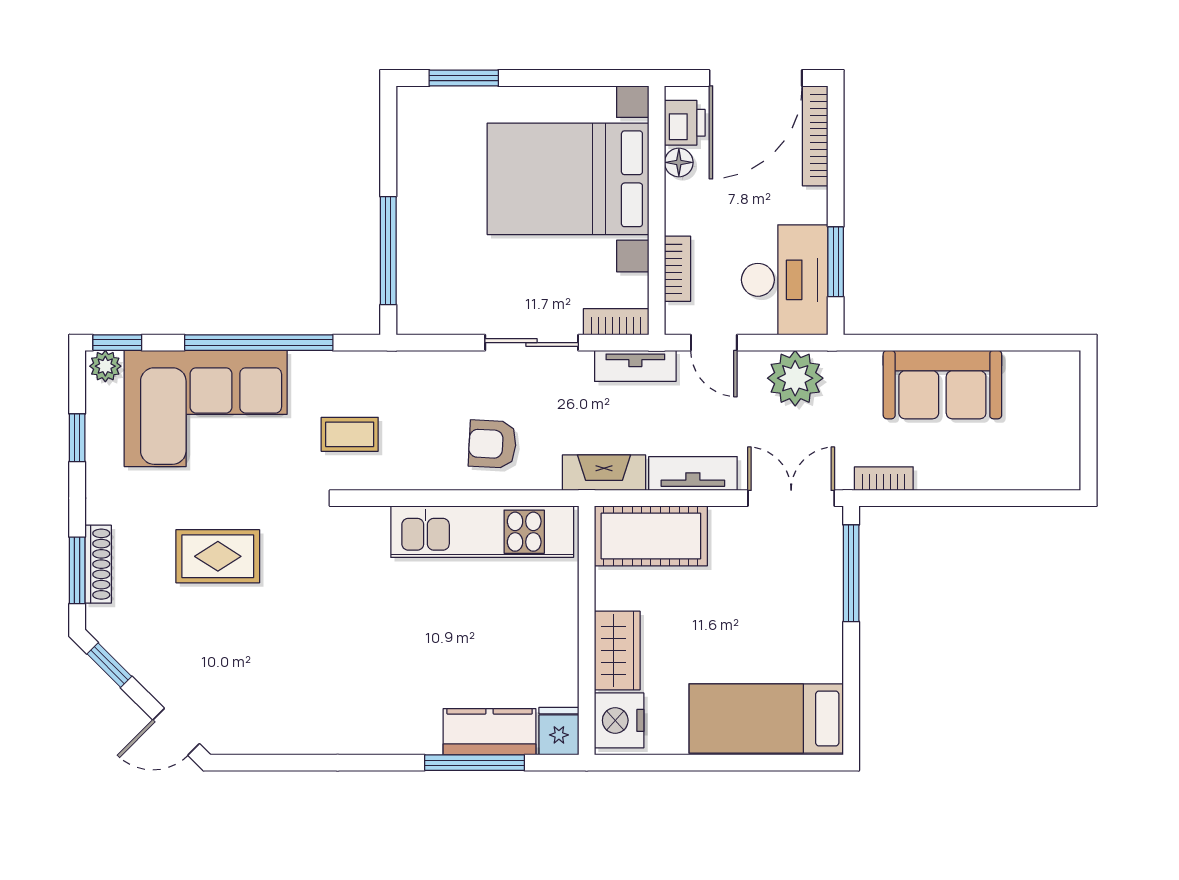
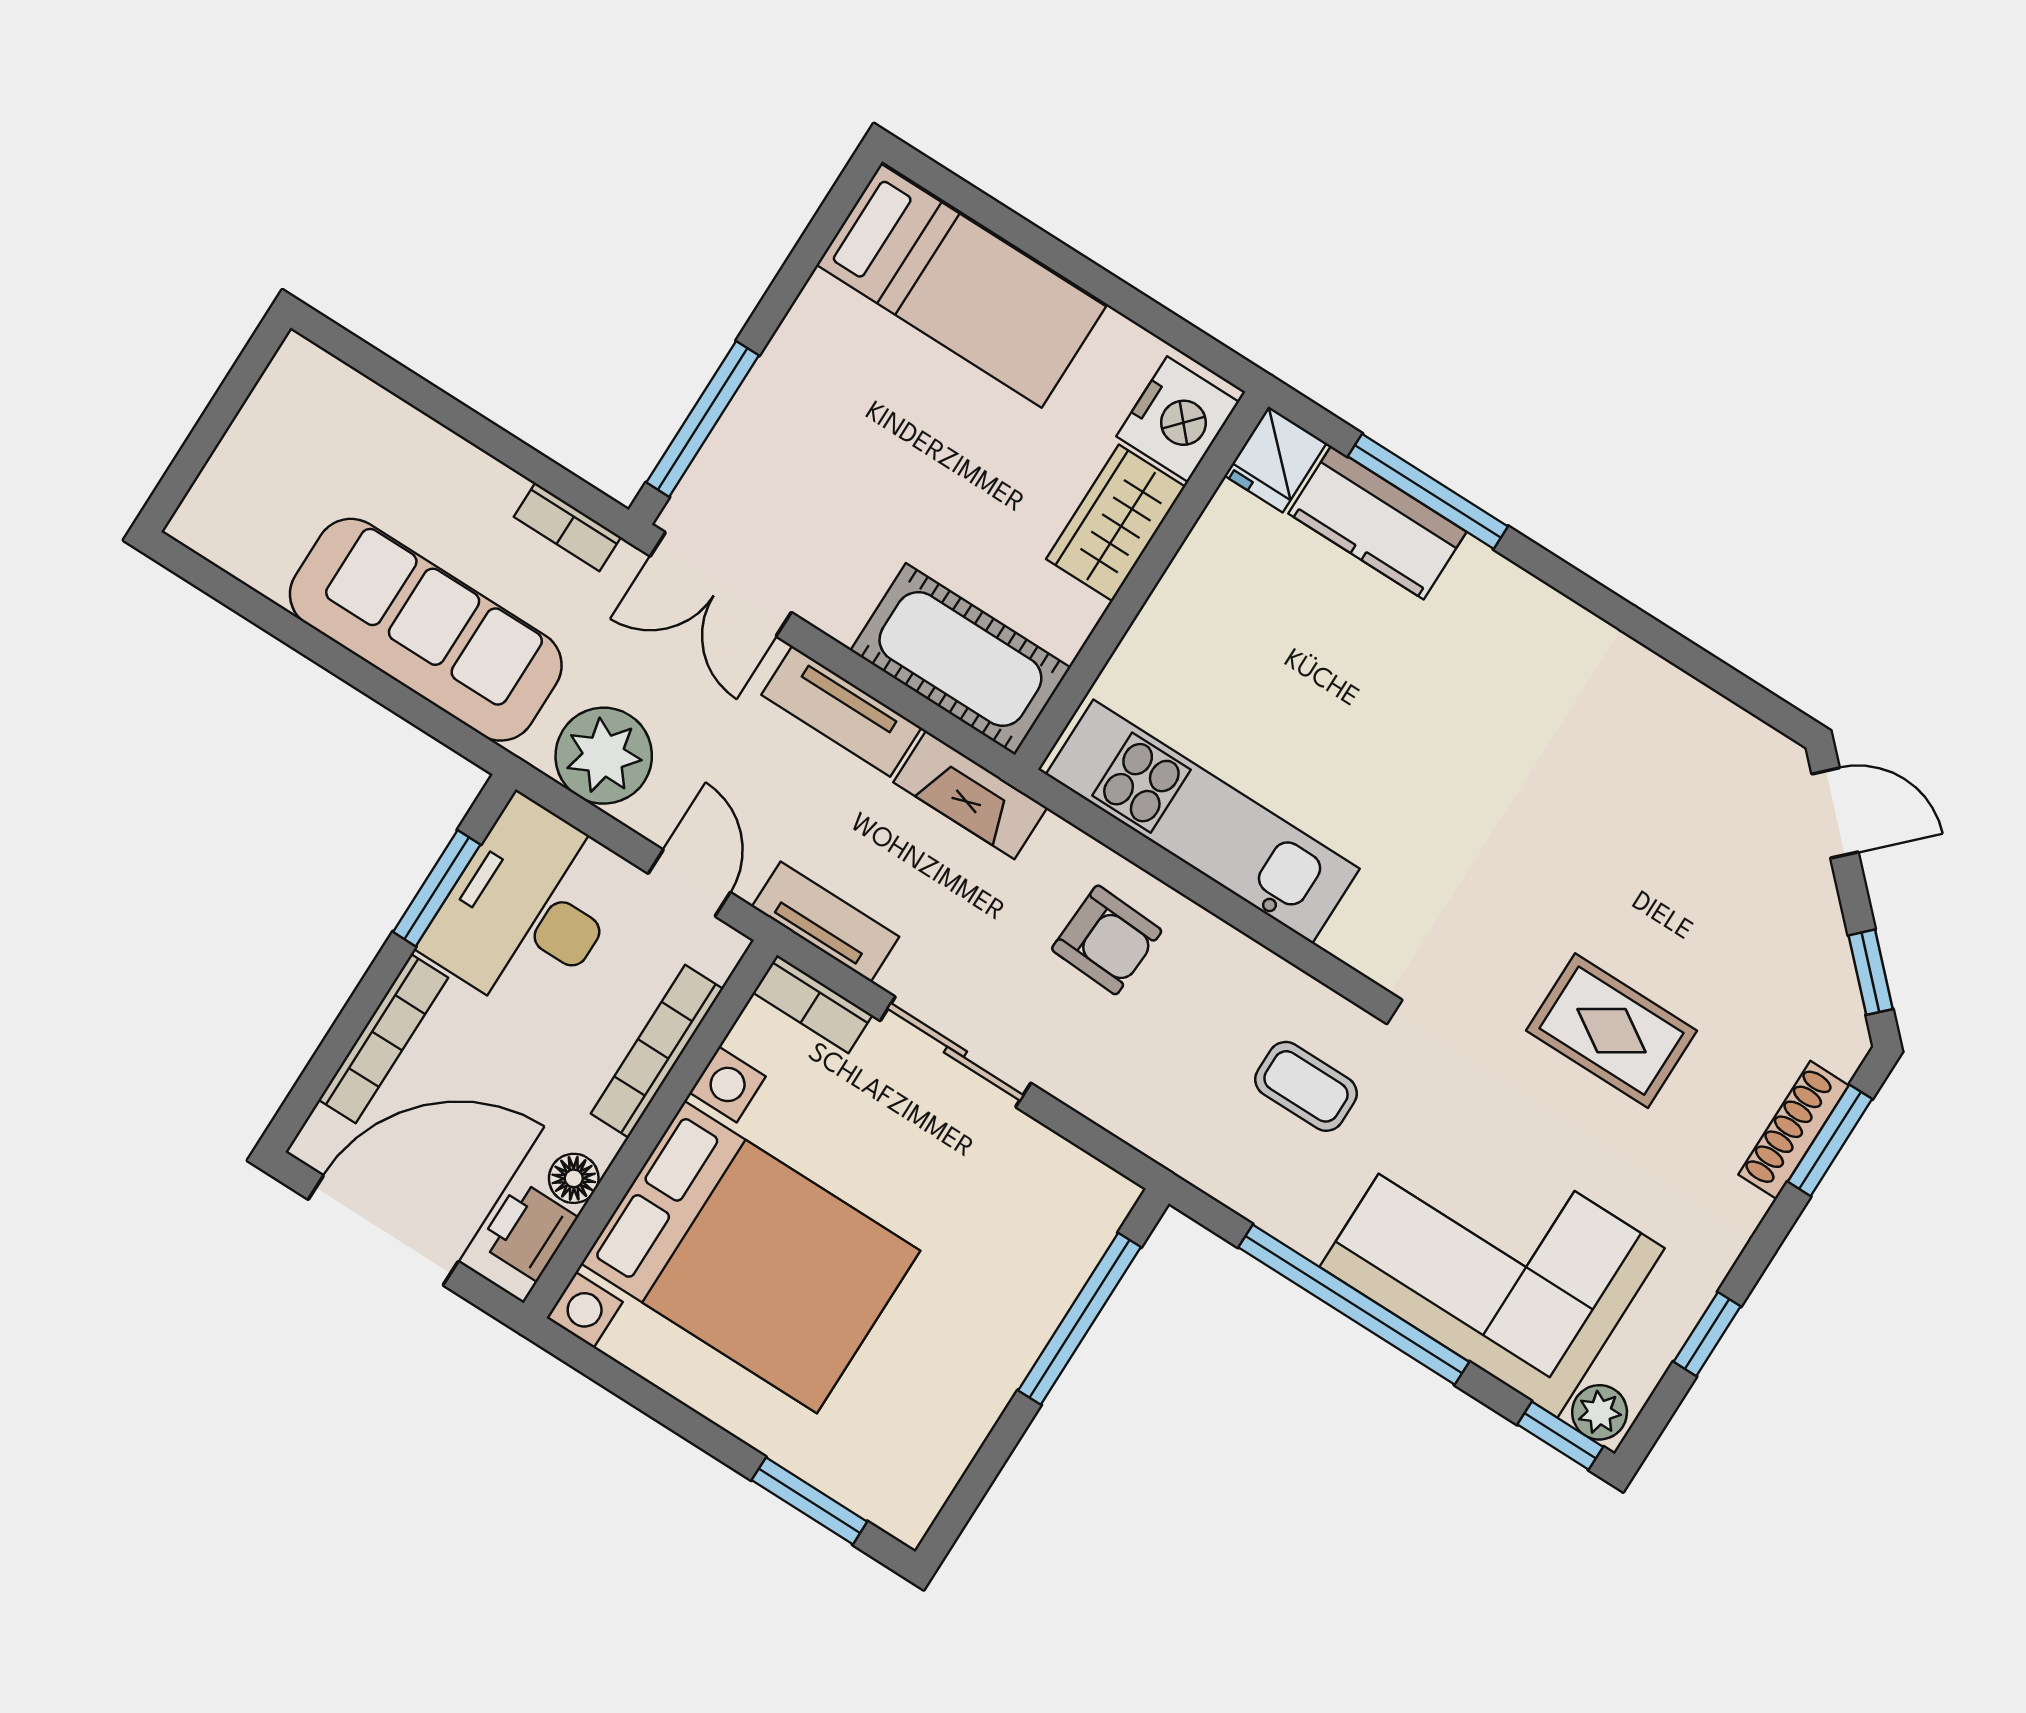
bookcase: (815, 136) -> (383, 1039), moved
bookcase: (678, 269) -> (657, 1051), width x1.56
sofa: (942, 385) -> (426, 630), width x1.36

